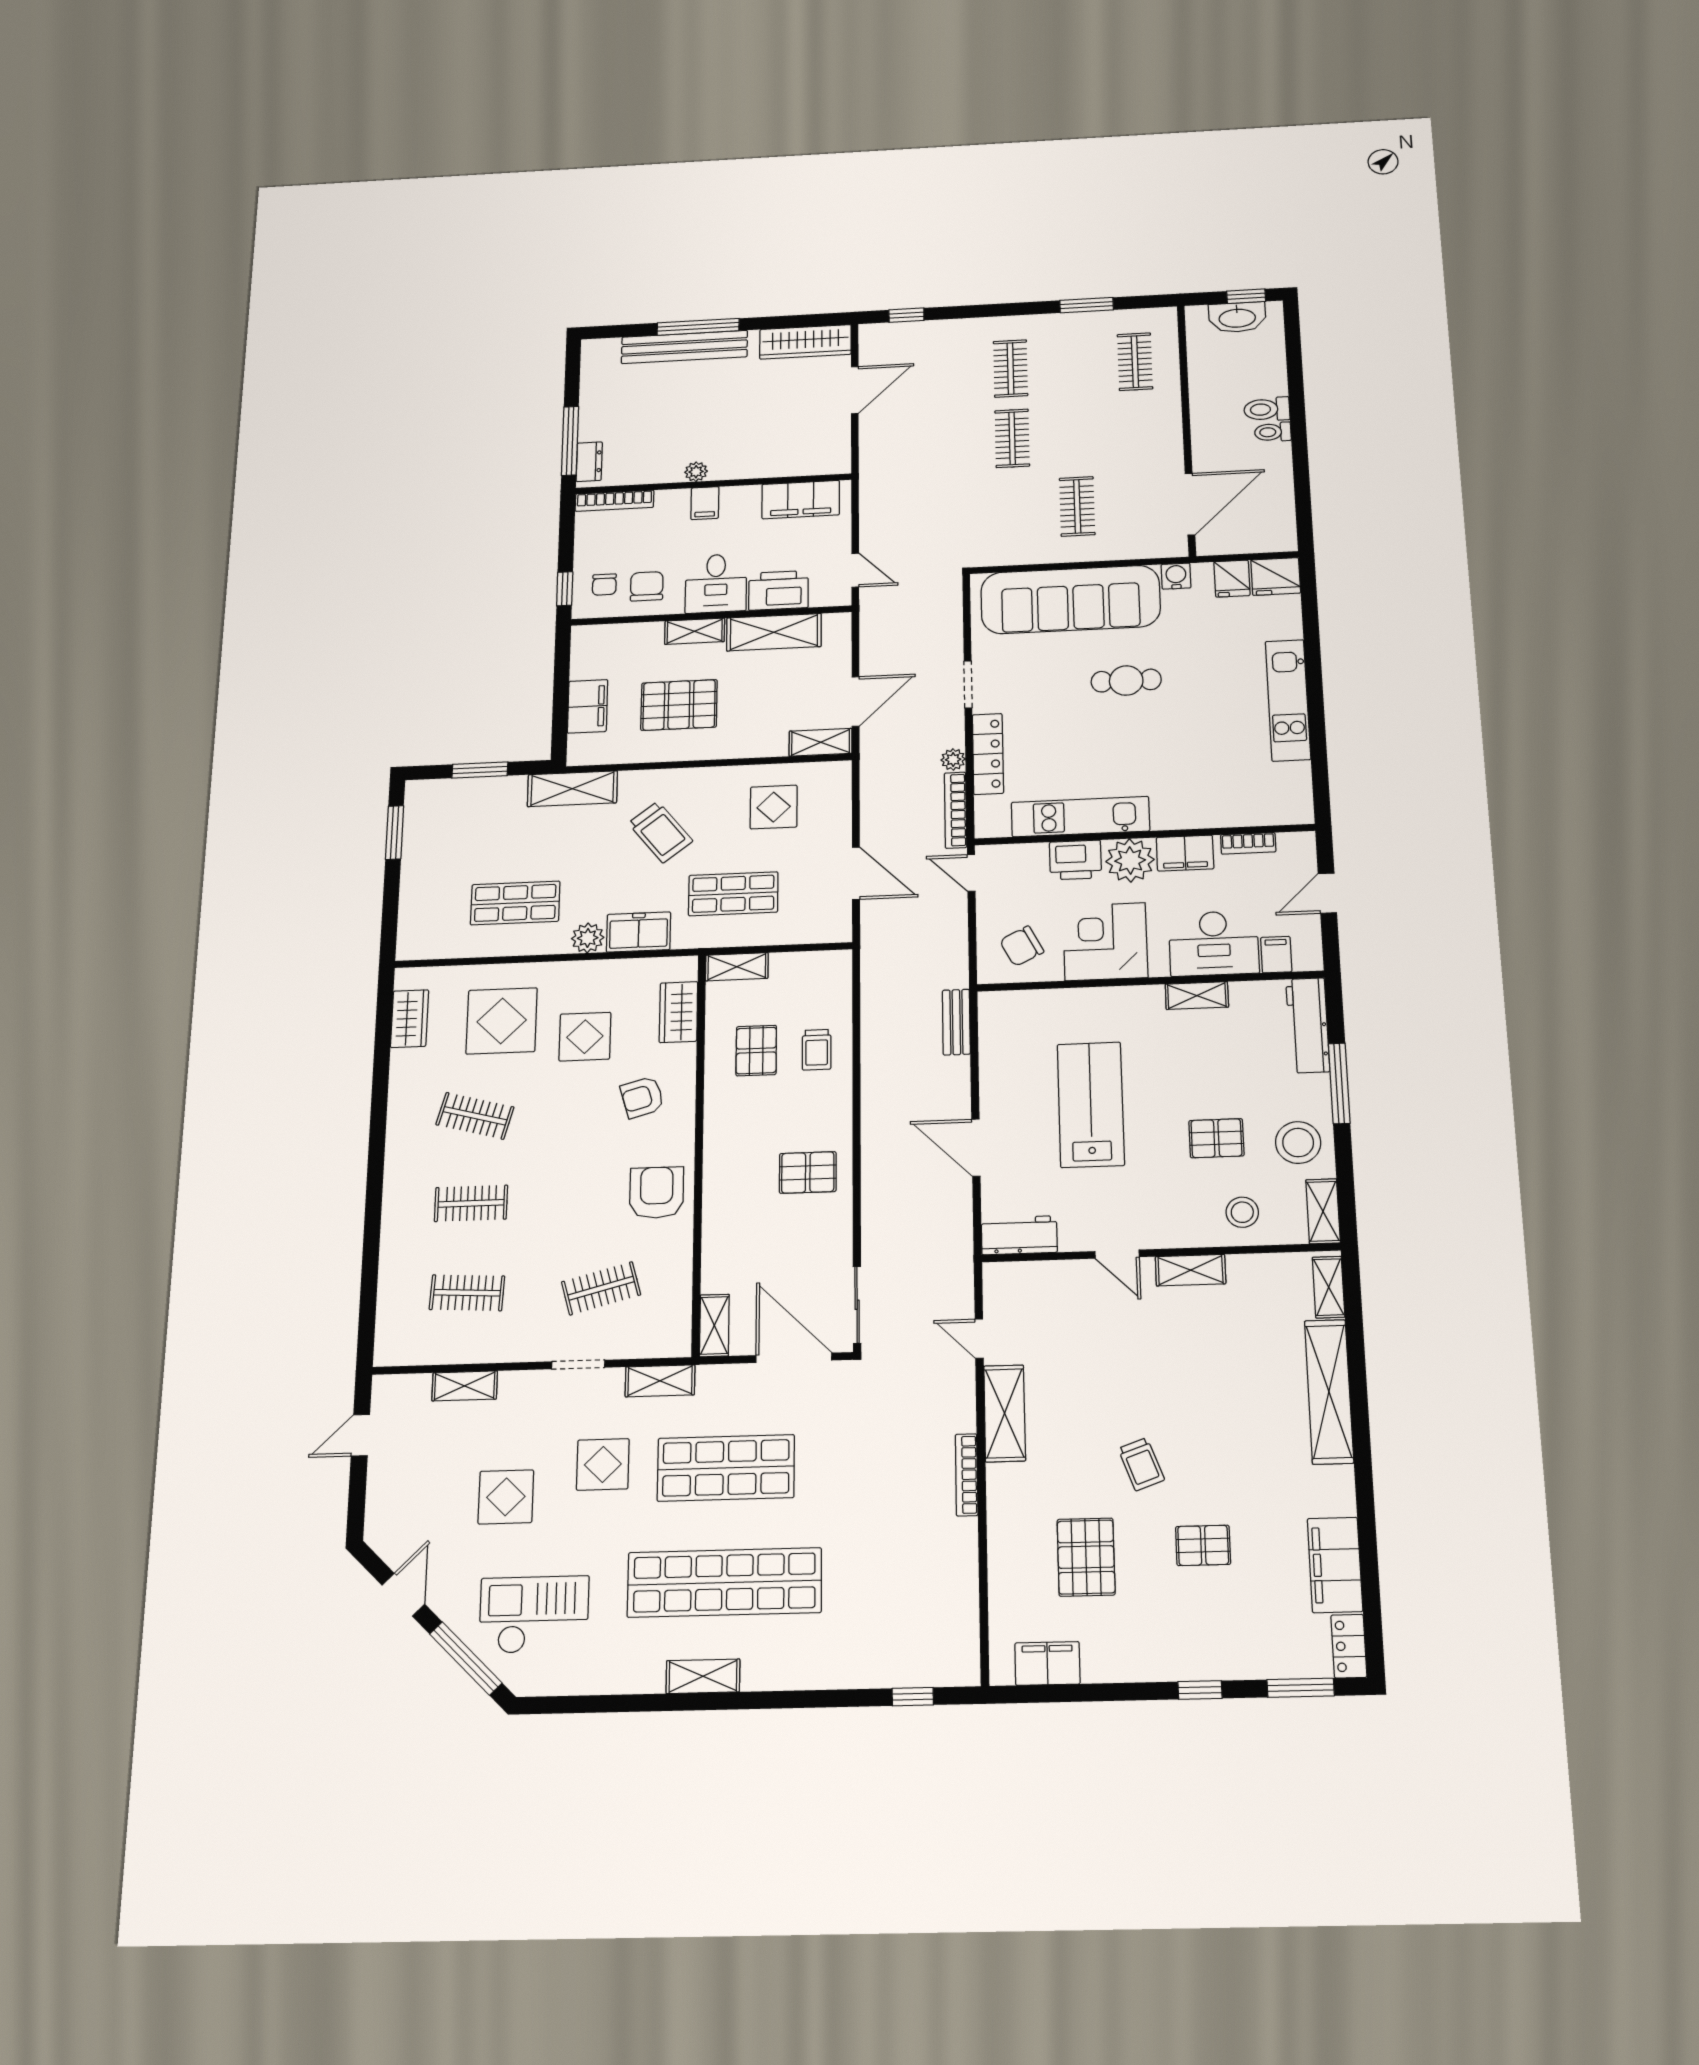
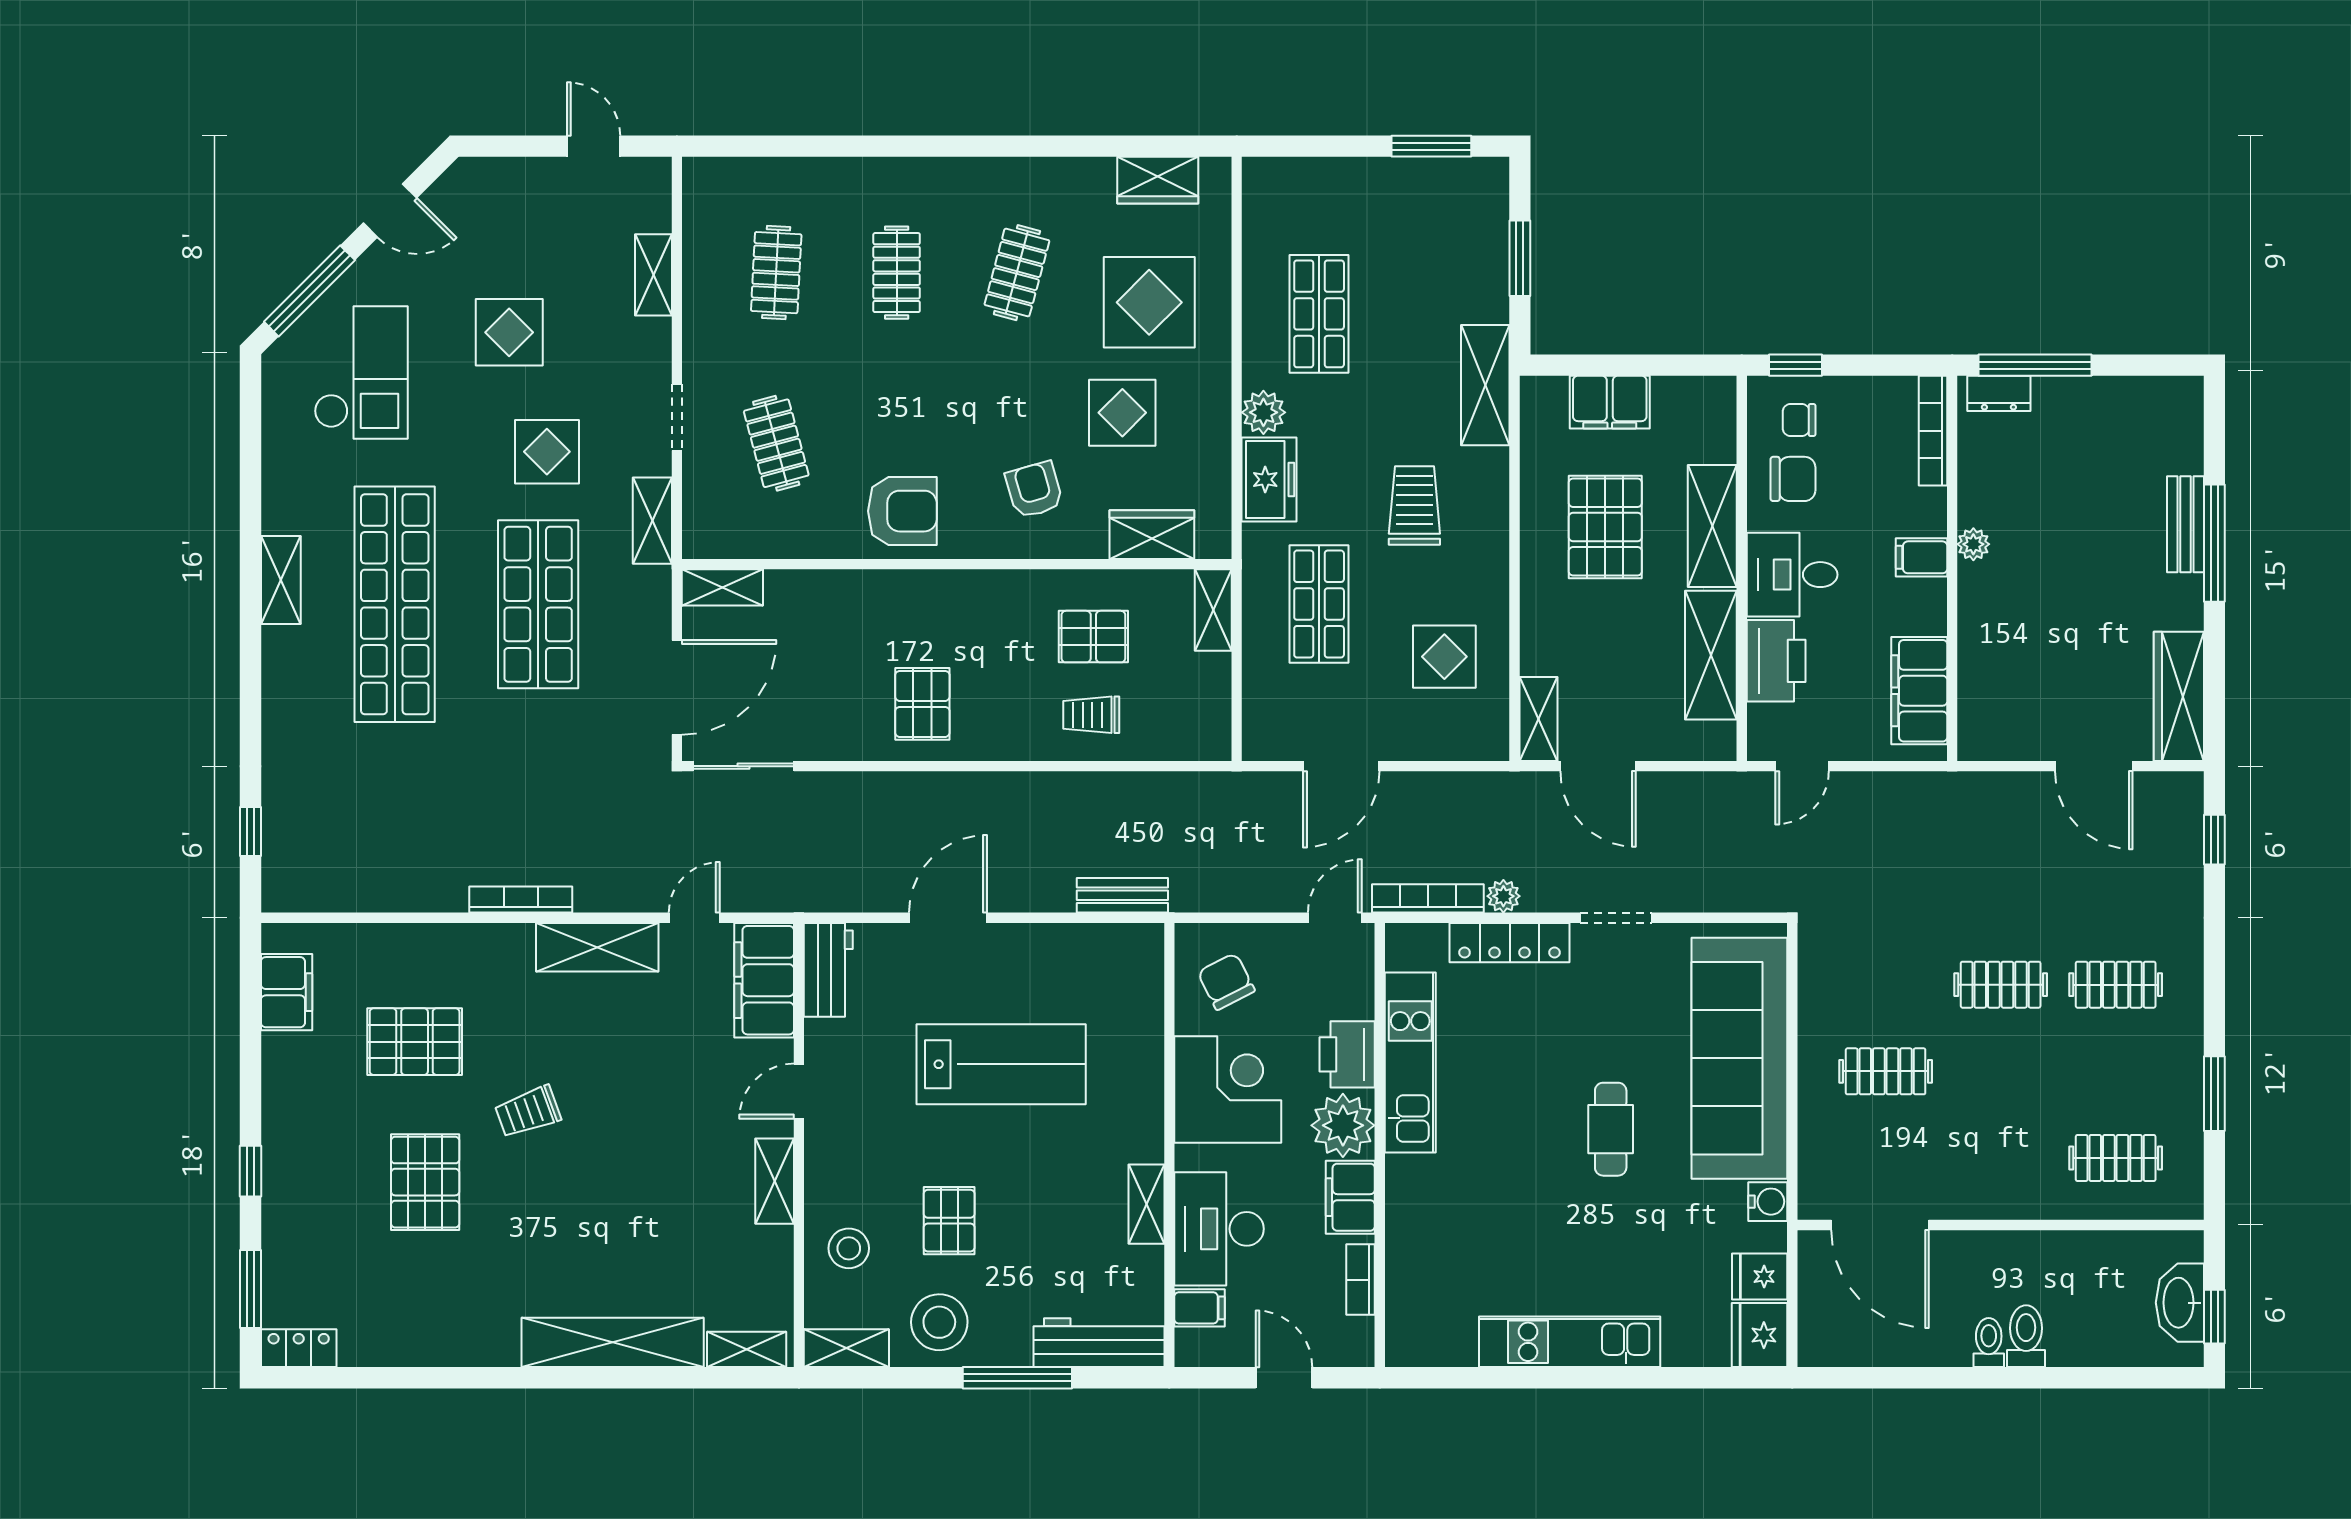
bench: (684, 347) -> (2186, 524), width x0.54, depth x0.82
shelving: (695, 631) -> (1712, 526), width x1.50, depth x1.33
trolley: (660, 832) -> (1414, 506), turned 128
pallet: (1203, 1545) -> (425, 1182), width x1.50, depth x1.42
filing cabinet: (1335, 1565) -> (764, 980), moved, turned -90

